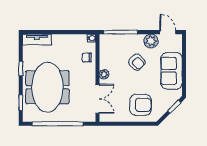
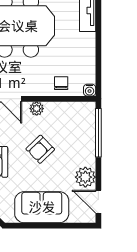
door: (168, 32) -> (98, 202), swing flipped
armchair: (137, 62) -> (40, 149), moved

